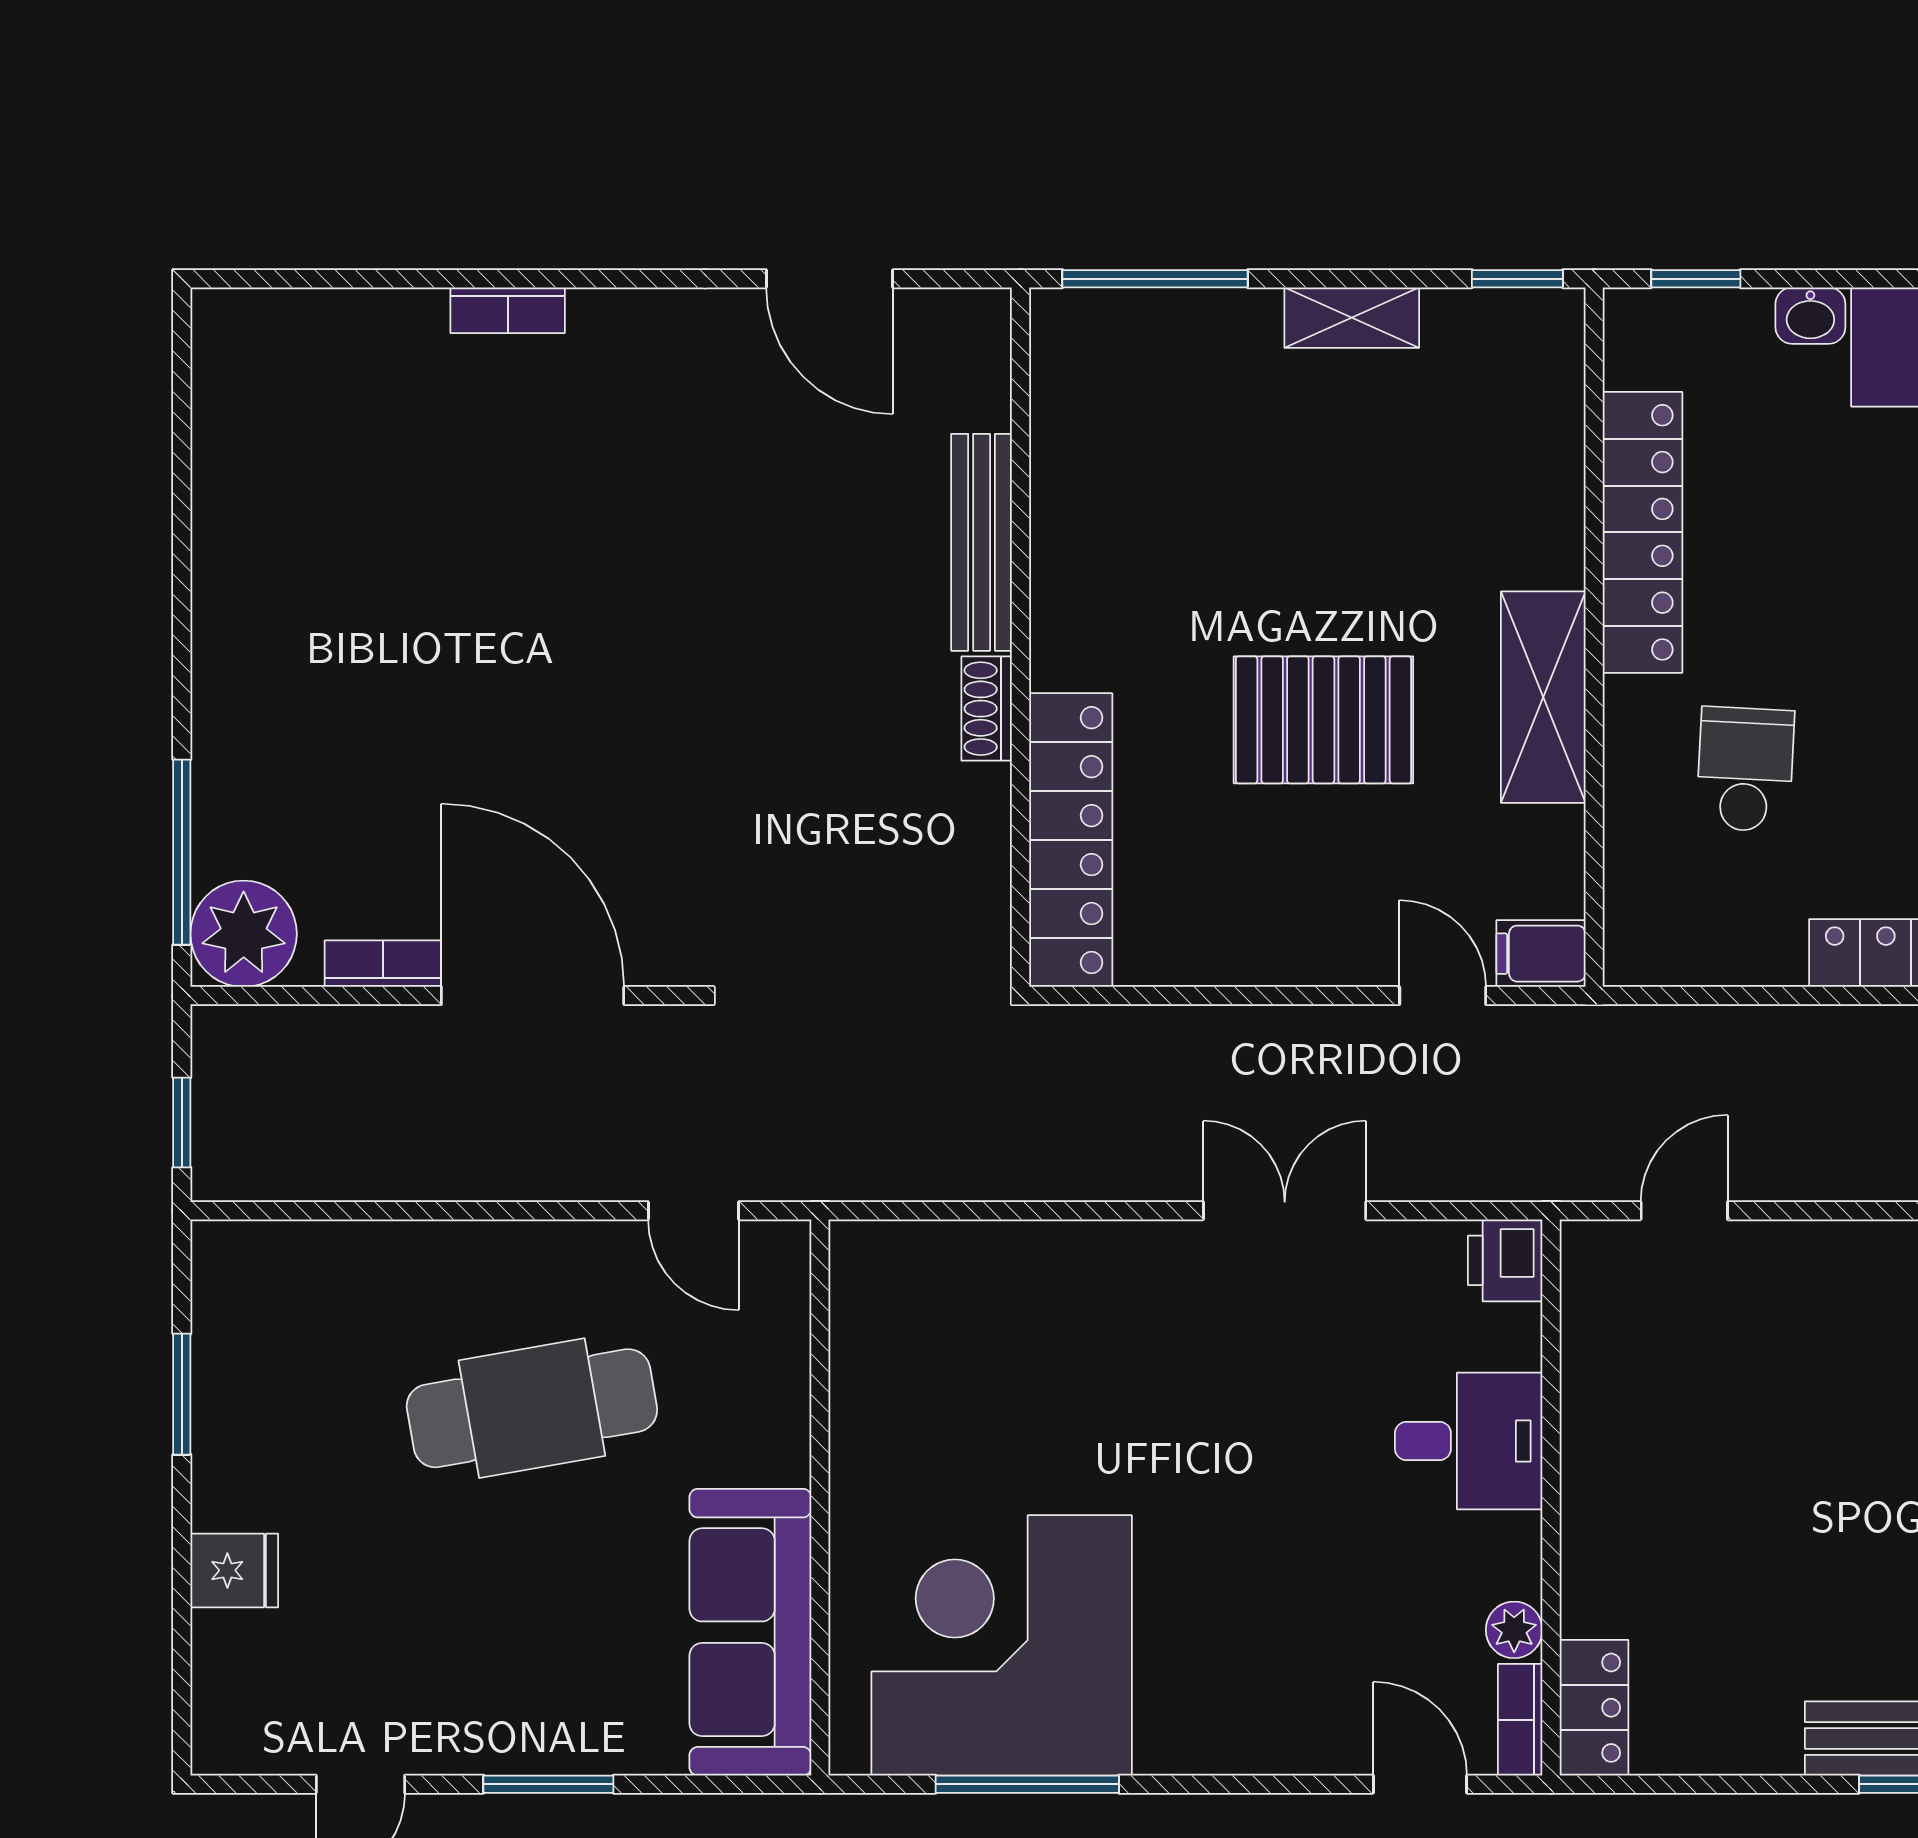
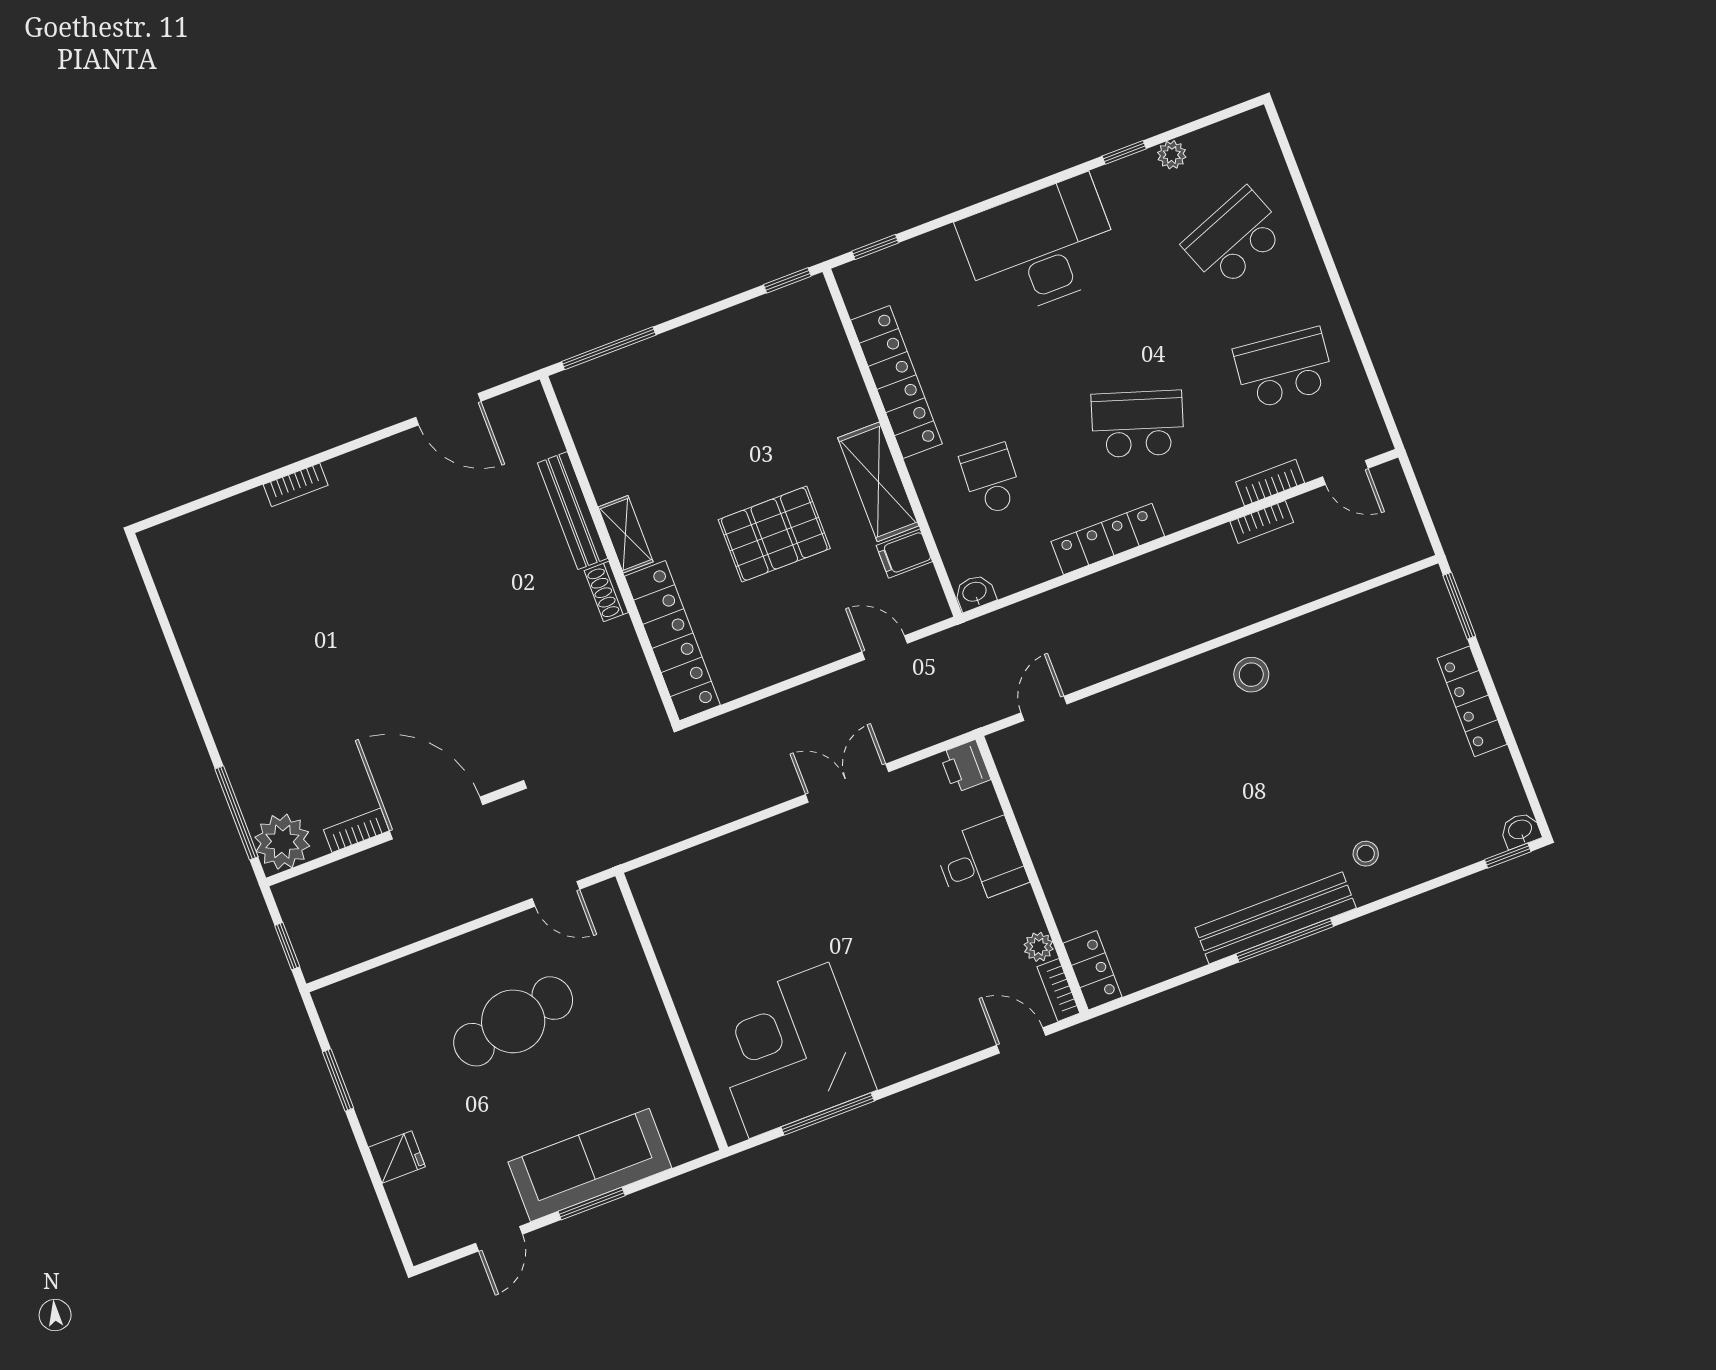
washbasin: (1810, 316) -> (975, 593), moved, turned 180
shelving: (1352, 318) -> (626, 534), moved, turned 90
filing cabinet: (1541, 954) -> (904, 554), moved
sofa: (750, 1632) -> (590, 1165), moved, turned 90

